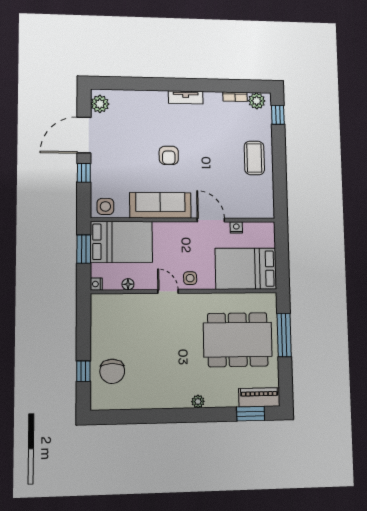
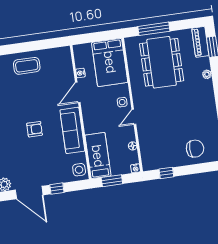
bed: (121, 242) -> (98, 156), width x0.67
window: (83, 371) -> (166, 173), moved
plant: (198, 401) -> (207, 74), moved

